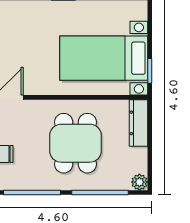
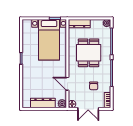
dining table: (75, 143) -> (89, 53), turned 90

